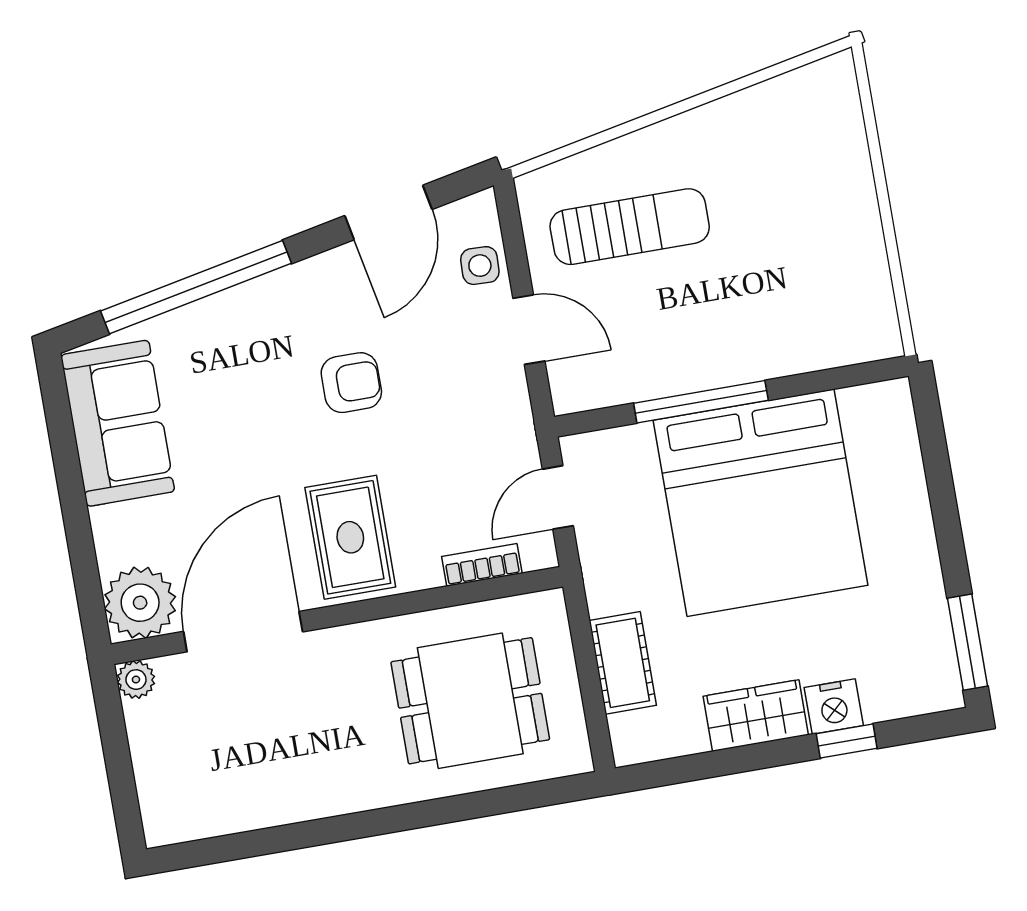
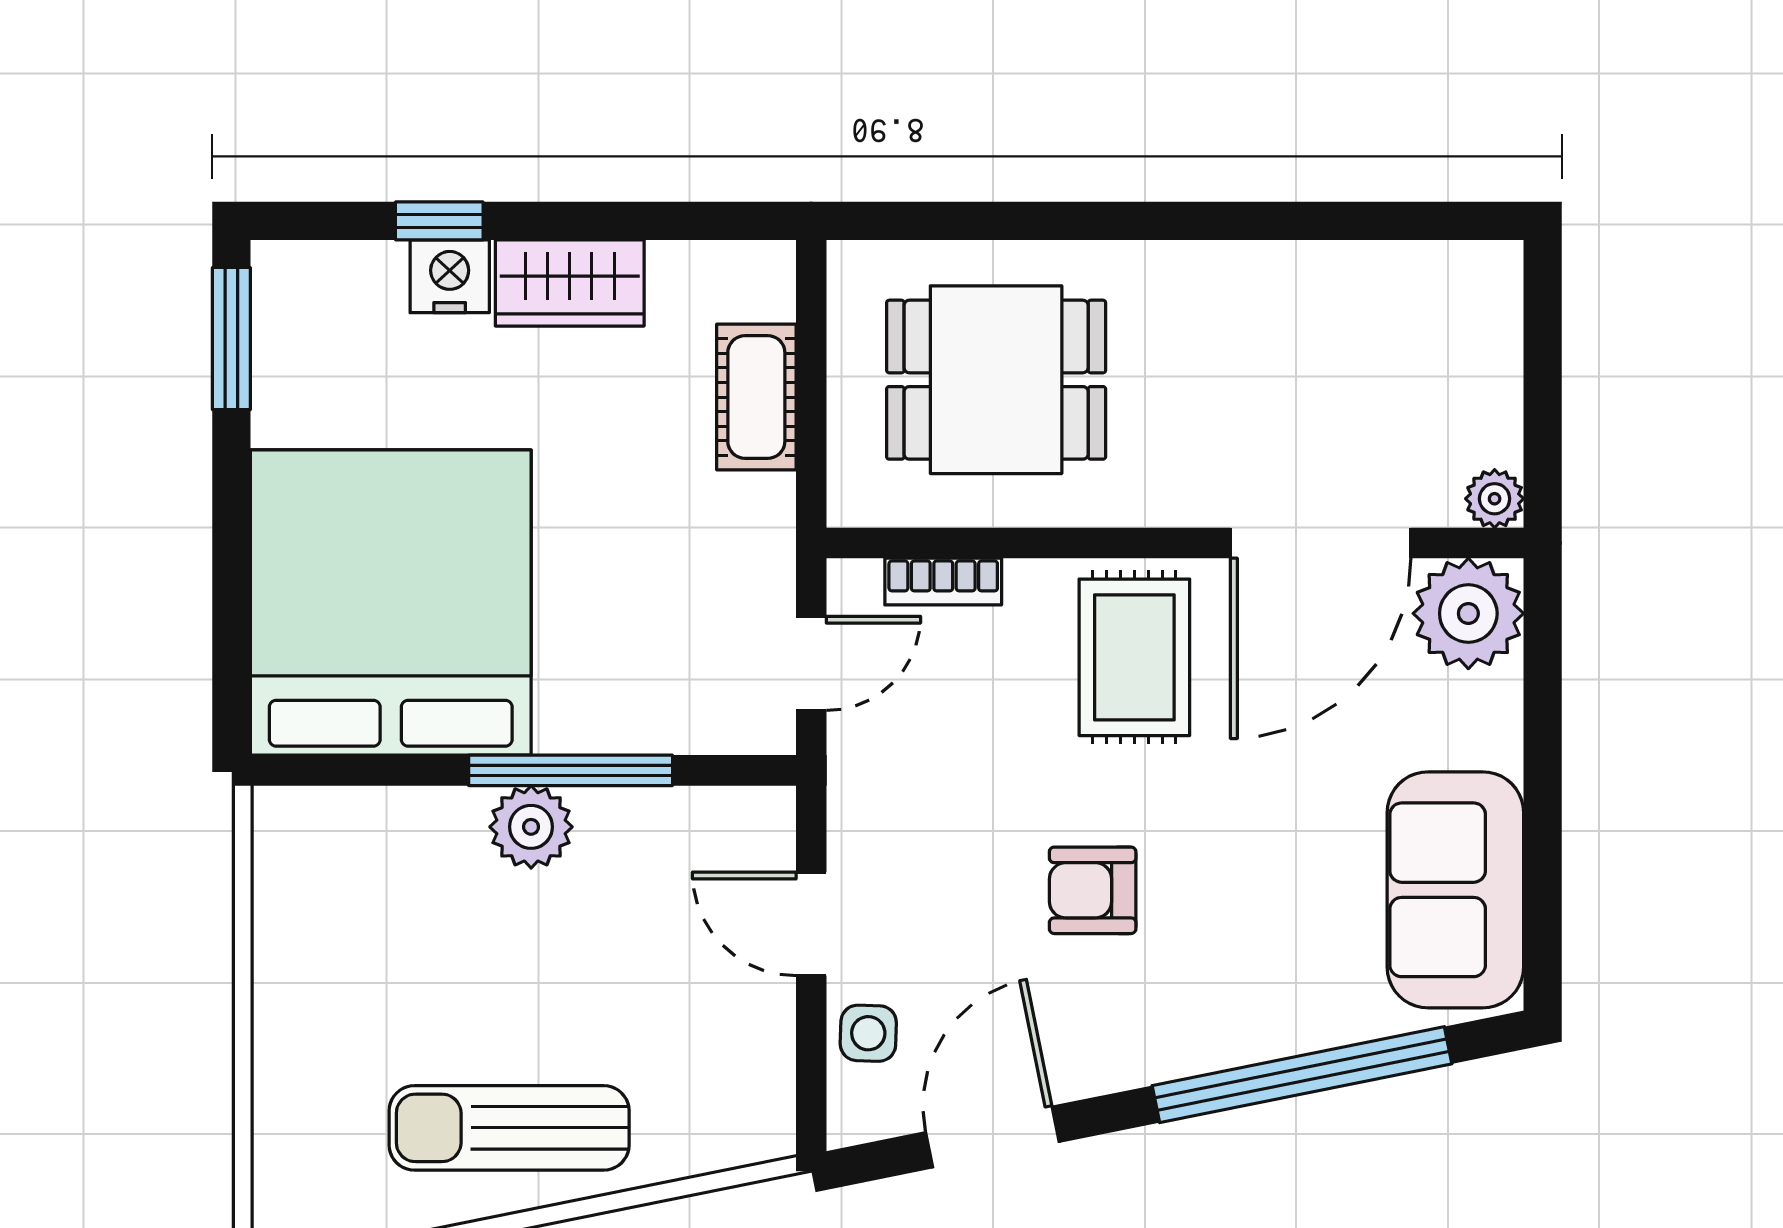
sun lounger: (630, 227) -> (509, 1128), moved
plant: (720, 361) -> (531, 827), added
bed: (760, 503) -> (391, 603), moved

